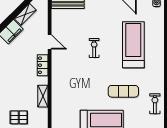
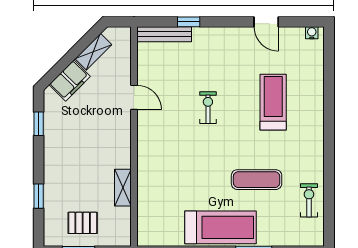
treadmill: (133, 45) -> (273, 102), width x0.73, depth x0.73
locker: (43, 65) -> (122, 136), removed

